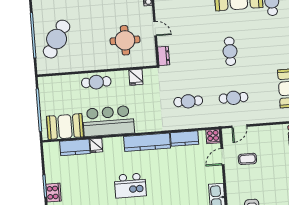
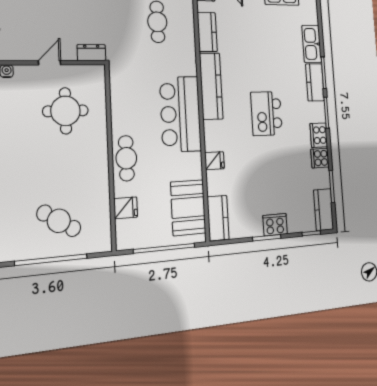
cafe table: (57, 39) -> (59, 221), width x0.73, depth x0.74
fridge: (136, 77) -> (126, 208), moved
bar counter: (108, 121) -> (180, 114), moved
kitchen counter: (75, 147) -> (218, 218), moved
kitchen island: (130, 185) -> (266, 114), turned 180

